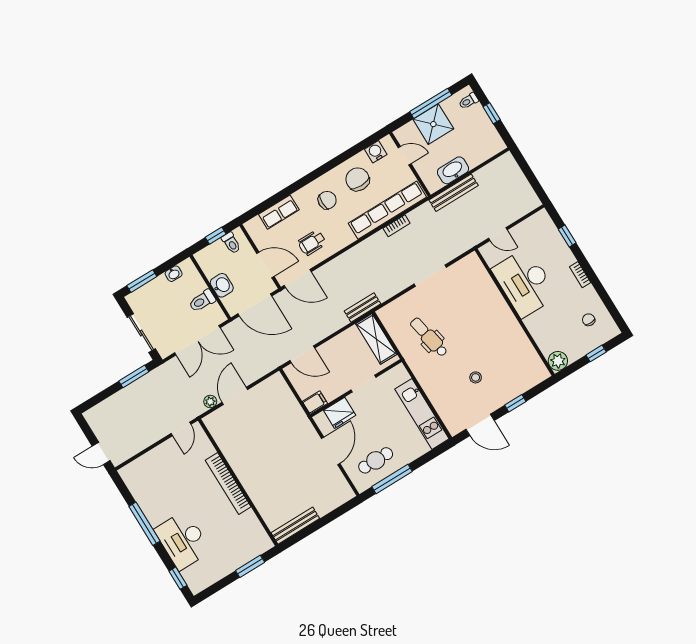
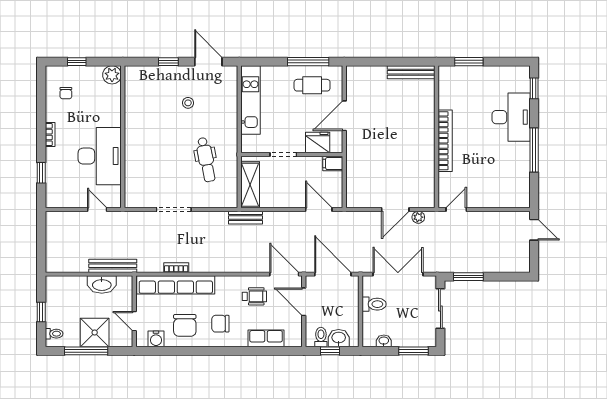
washbasin: (222, 285) -> (339, 338), moved, turned 90

